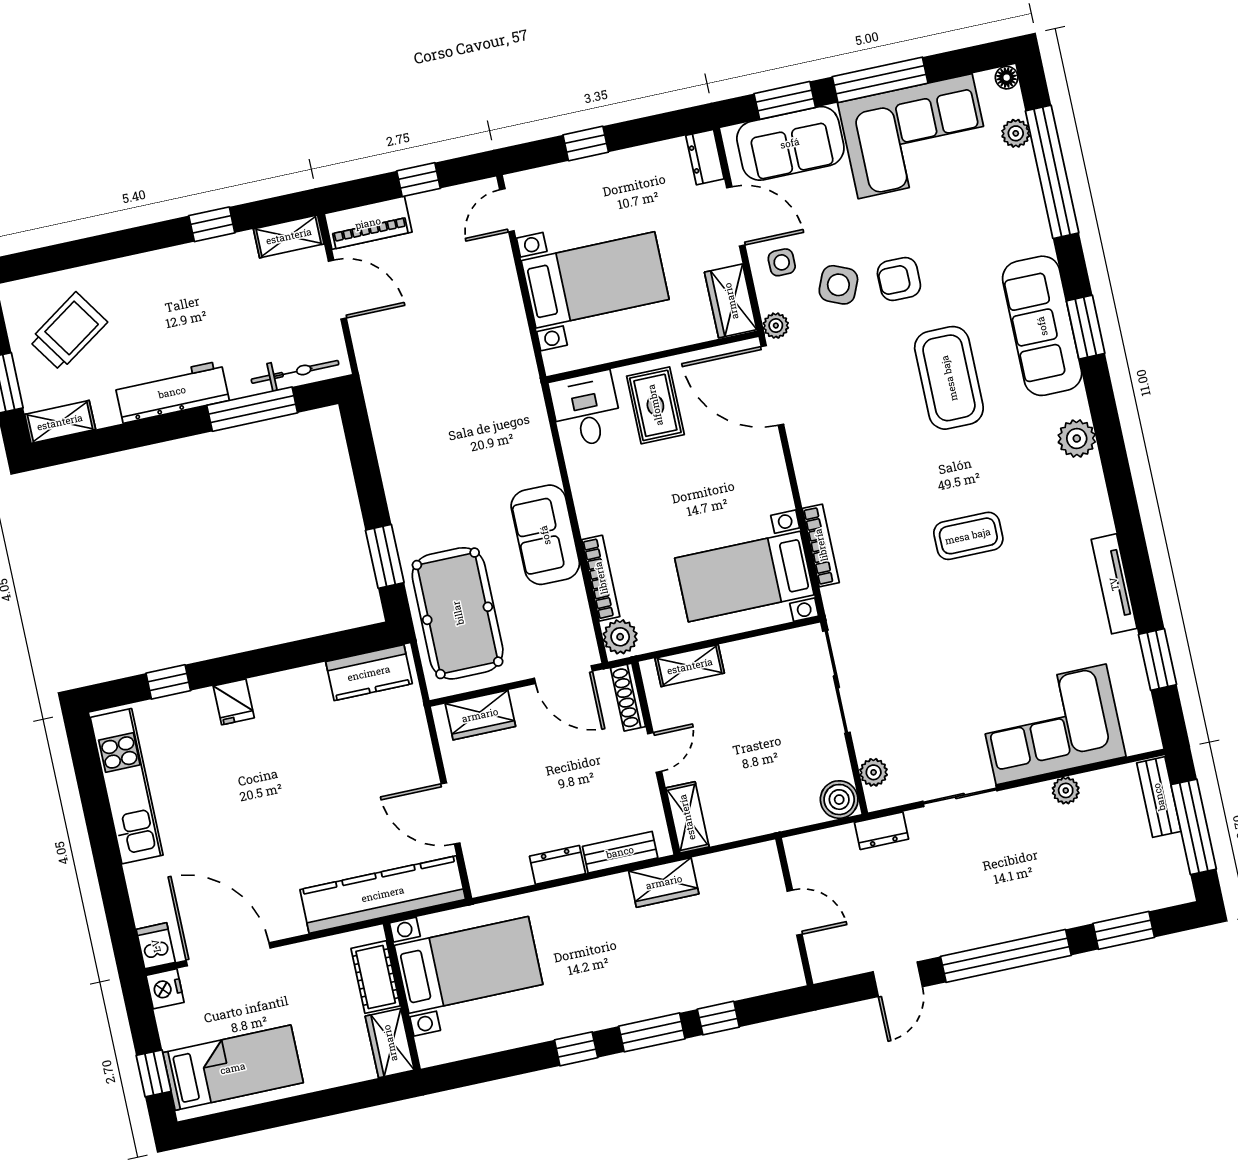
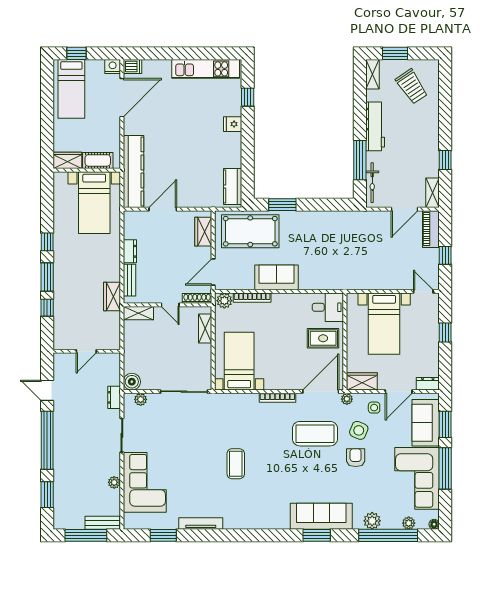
coffee table: (949, 378) -> (315, 434), moved
plant: (1077, 438) -> (372, 521), moved
bookcase: (821, 545) -> (277, 398), moved

